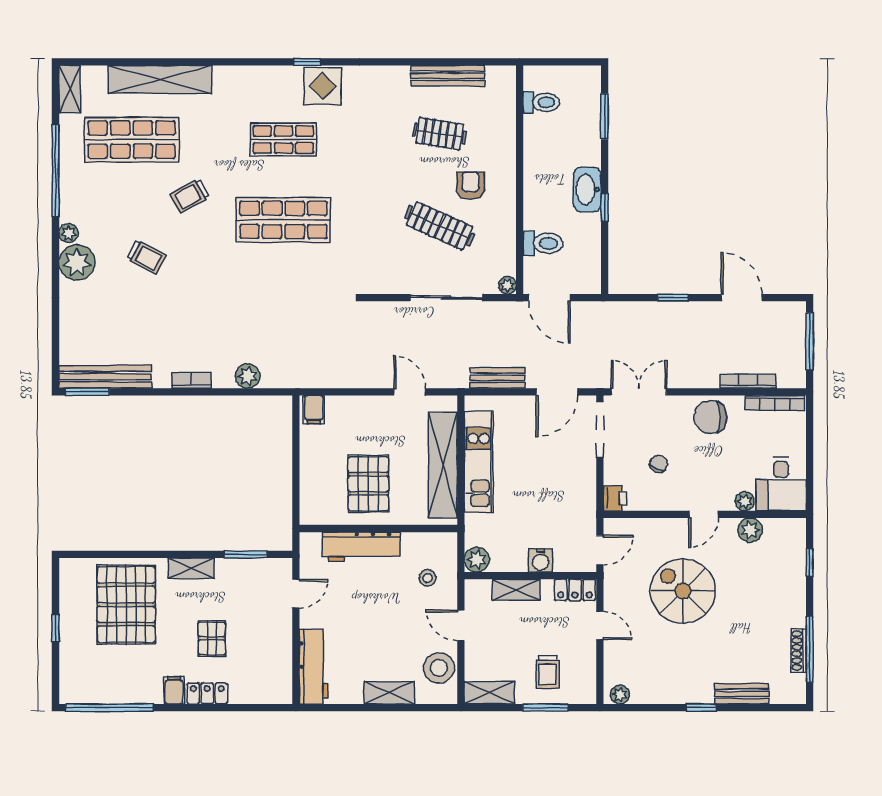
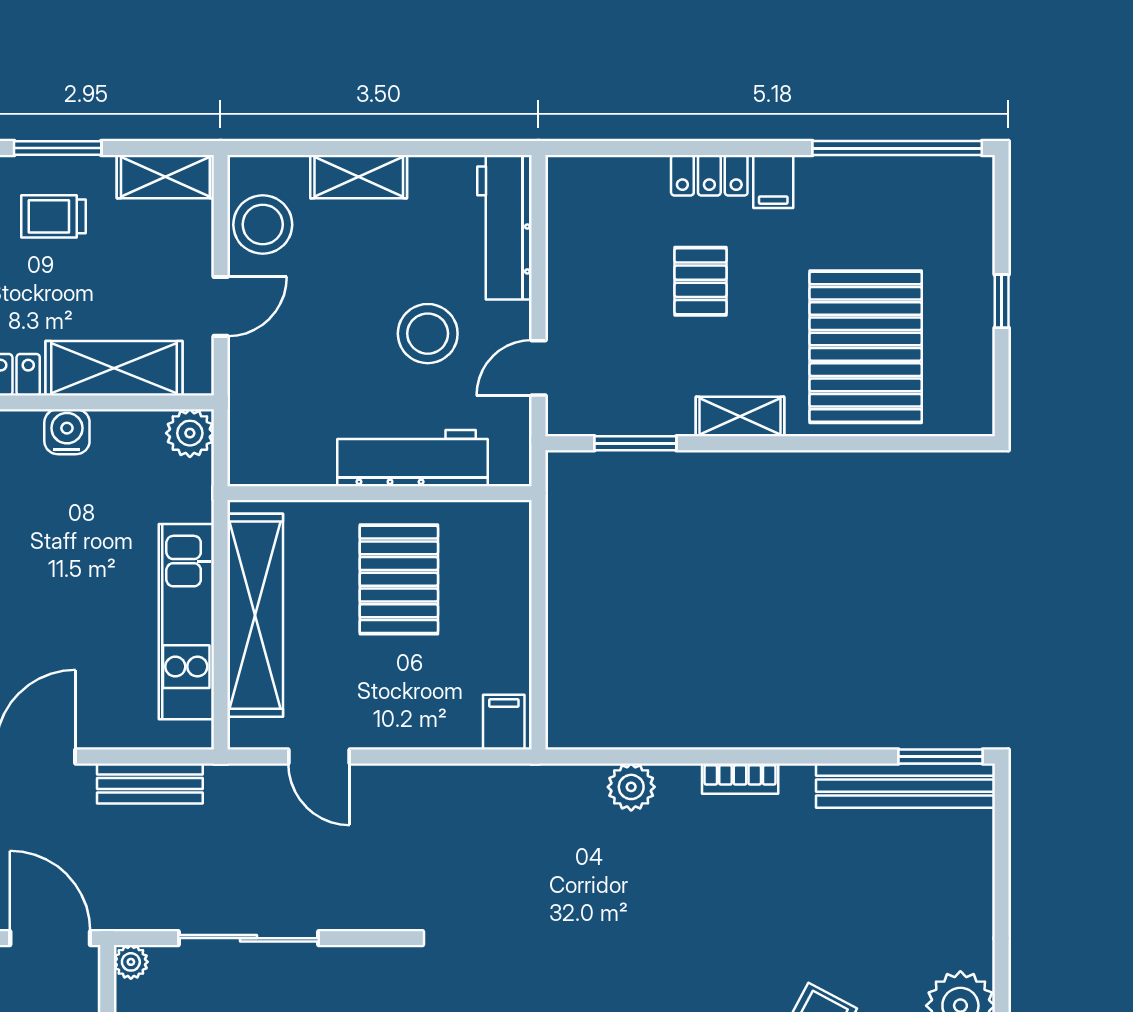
stool: (427, 578) -> (428, 334), moved, width x1.89, depth x1.89
shelving: (516, 590) -> (114, 368), width x1.50, depth x1.33
door: (461, 625) -> (221, 306), hinge flipped
trolley: (548, 672) -> (53, 216), turned -90

